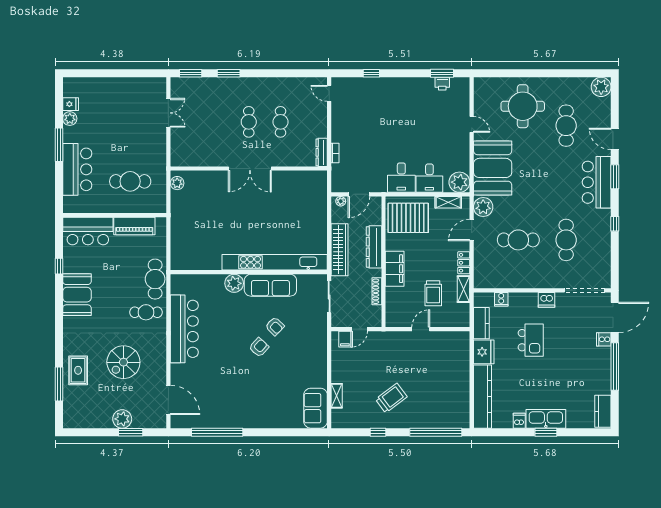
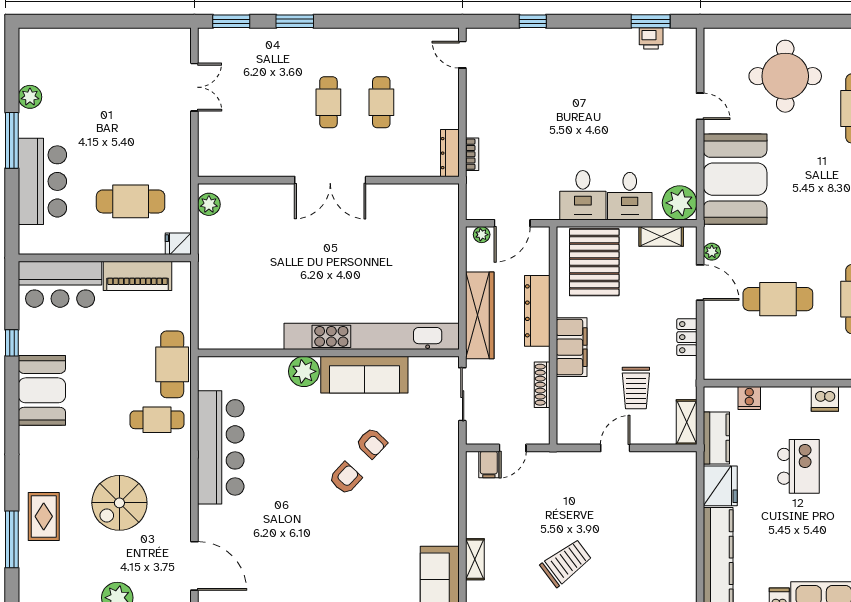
fridge: (71, 104) -> (178, 244), moved, turned 180
plant: (483, 207) -> (712, 252), width x0.53, depth x0.53
pallet: (408, 218) -> (594, 262), turned 90
door: (472, 230) -> (700, 283), swing flipped
shelving: (464, 289) -> (687, 422), moved

